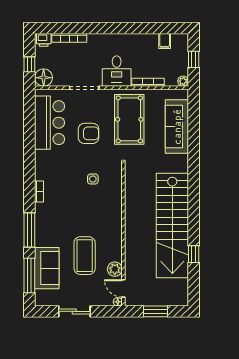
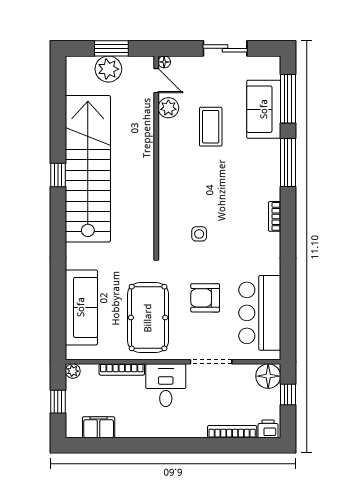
filing cabinet: (165, 41) -> (99, 427), width x2.00
window: (194, 254) -> (58, 175), moved
coffee table: (85, 256) -> (211, 127), width x0.73, depth x0.76
plant: (158, 297) -> (108, 69), added

